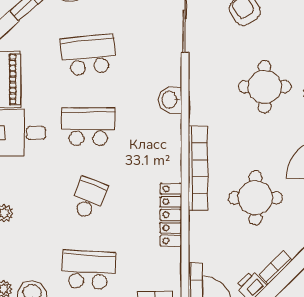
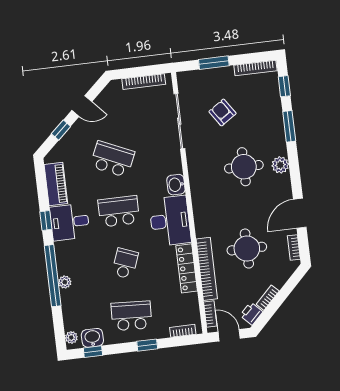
school desk: (88, 55) -> (112, 159), turned 30
desk: (156, 148) -> (170, 221), added
bookcase: (198, 168) -> (207, 269), moved

